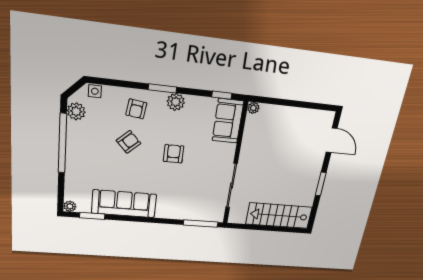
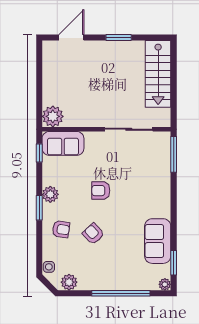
plant: (253, 108) -> (53, 116), width x1.88, depth x1.88
window: (62, 143) -> (121, 293), moved
sofa: (124, 204) -> (158, 241), width x0.73

